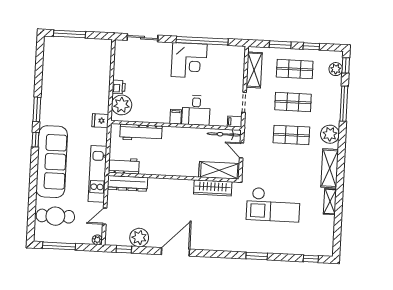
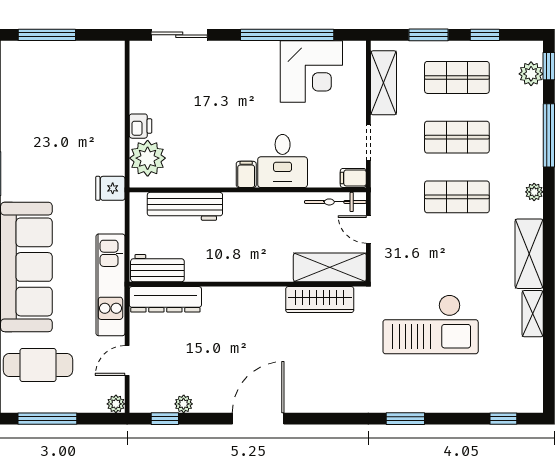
corner desk: (189, 60) -> (311, 71), moved
plant: (330, 134) -> (534, 192), width x0.53, depth x0.53
plant: (139, 238) -> (184, 404), width x0.53, depth x0.53

